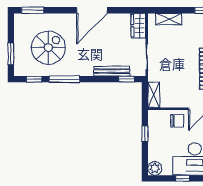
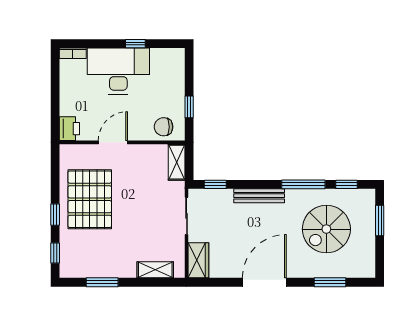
window: (33, 10) -> (330, 282), moved
bench: (112, 71) -> (259, 196), moved
chair: (177, 121) -> (164, 127), moved
plant: (155, 168) -> (175, 58), removed

